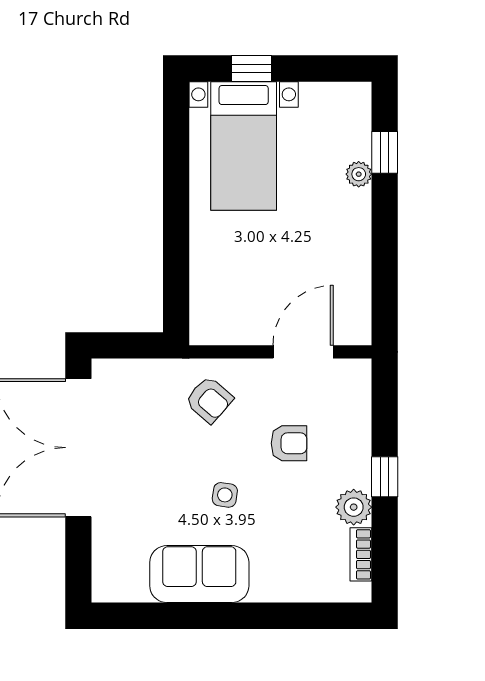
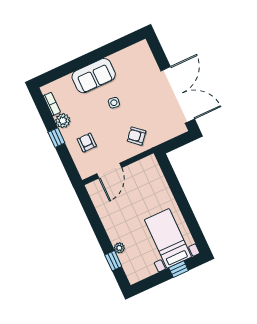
armchair: (289, 443) -> (87, 143), moved, turned 90
sofa: (199, 574) -> (94, 76), moved

